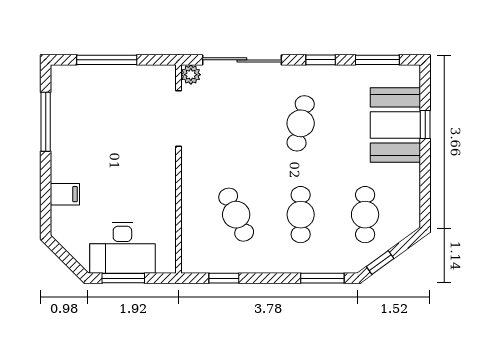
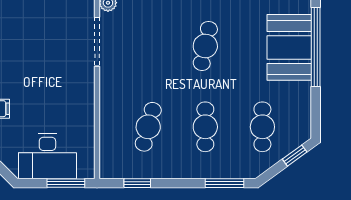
window: (425, 125) -> (316, 47), width x3.17
cafe table: (236, 215) -> (148, 127), turned 39
window: (380, 263) -> (295, 156), moved
window: (123, 278) -> (66, 183), moved

